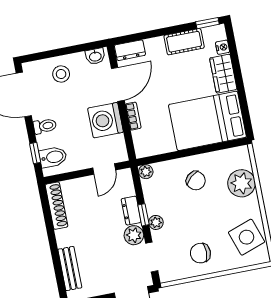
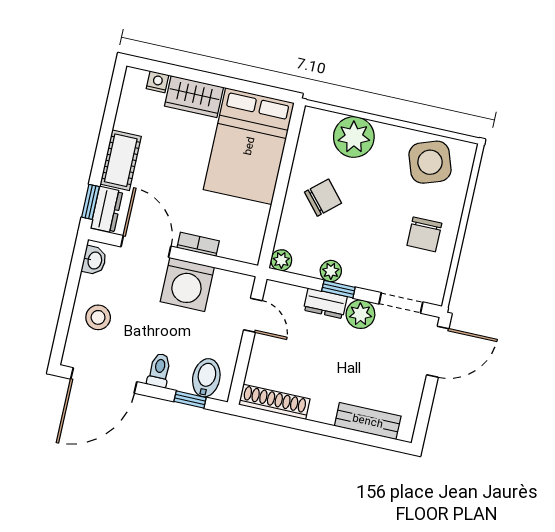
window: (207, 23) -> (91, 202), moved
cot: (184, 42) -> (121, 160), moved
plant: (156, 222) -> (331, 271), moved

